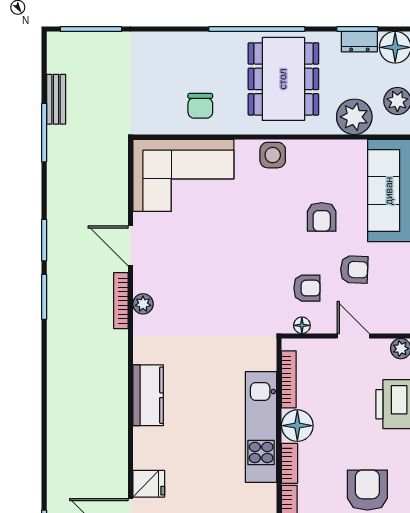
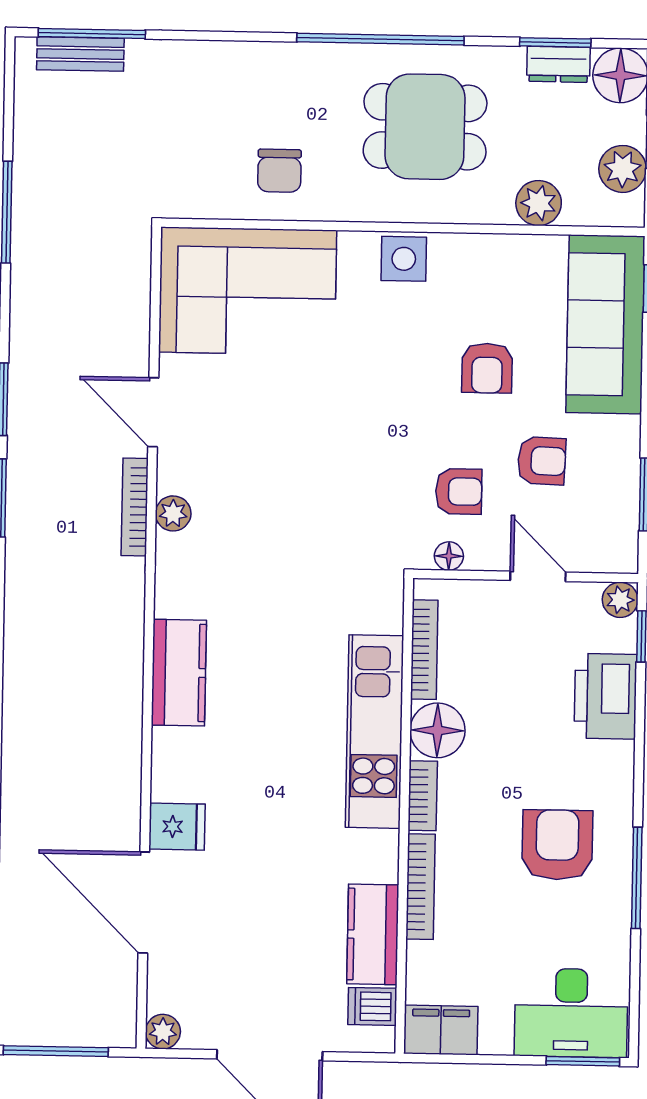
dining table: (283, 79) -> (425, 127), width x0.73
bench: (56, 99) -> (80, 54), moved, turned 90
plant: (354, 117) -> (539, 203), width x0.73, depth x0.73

